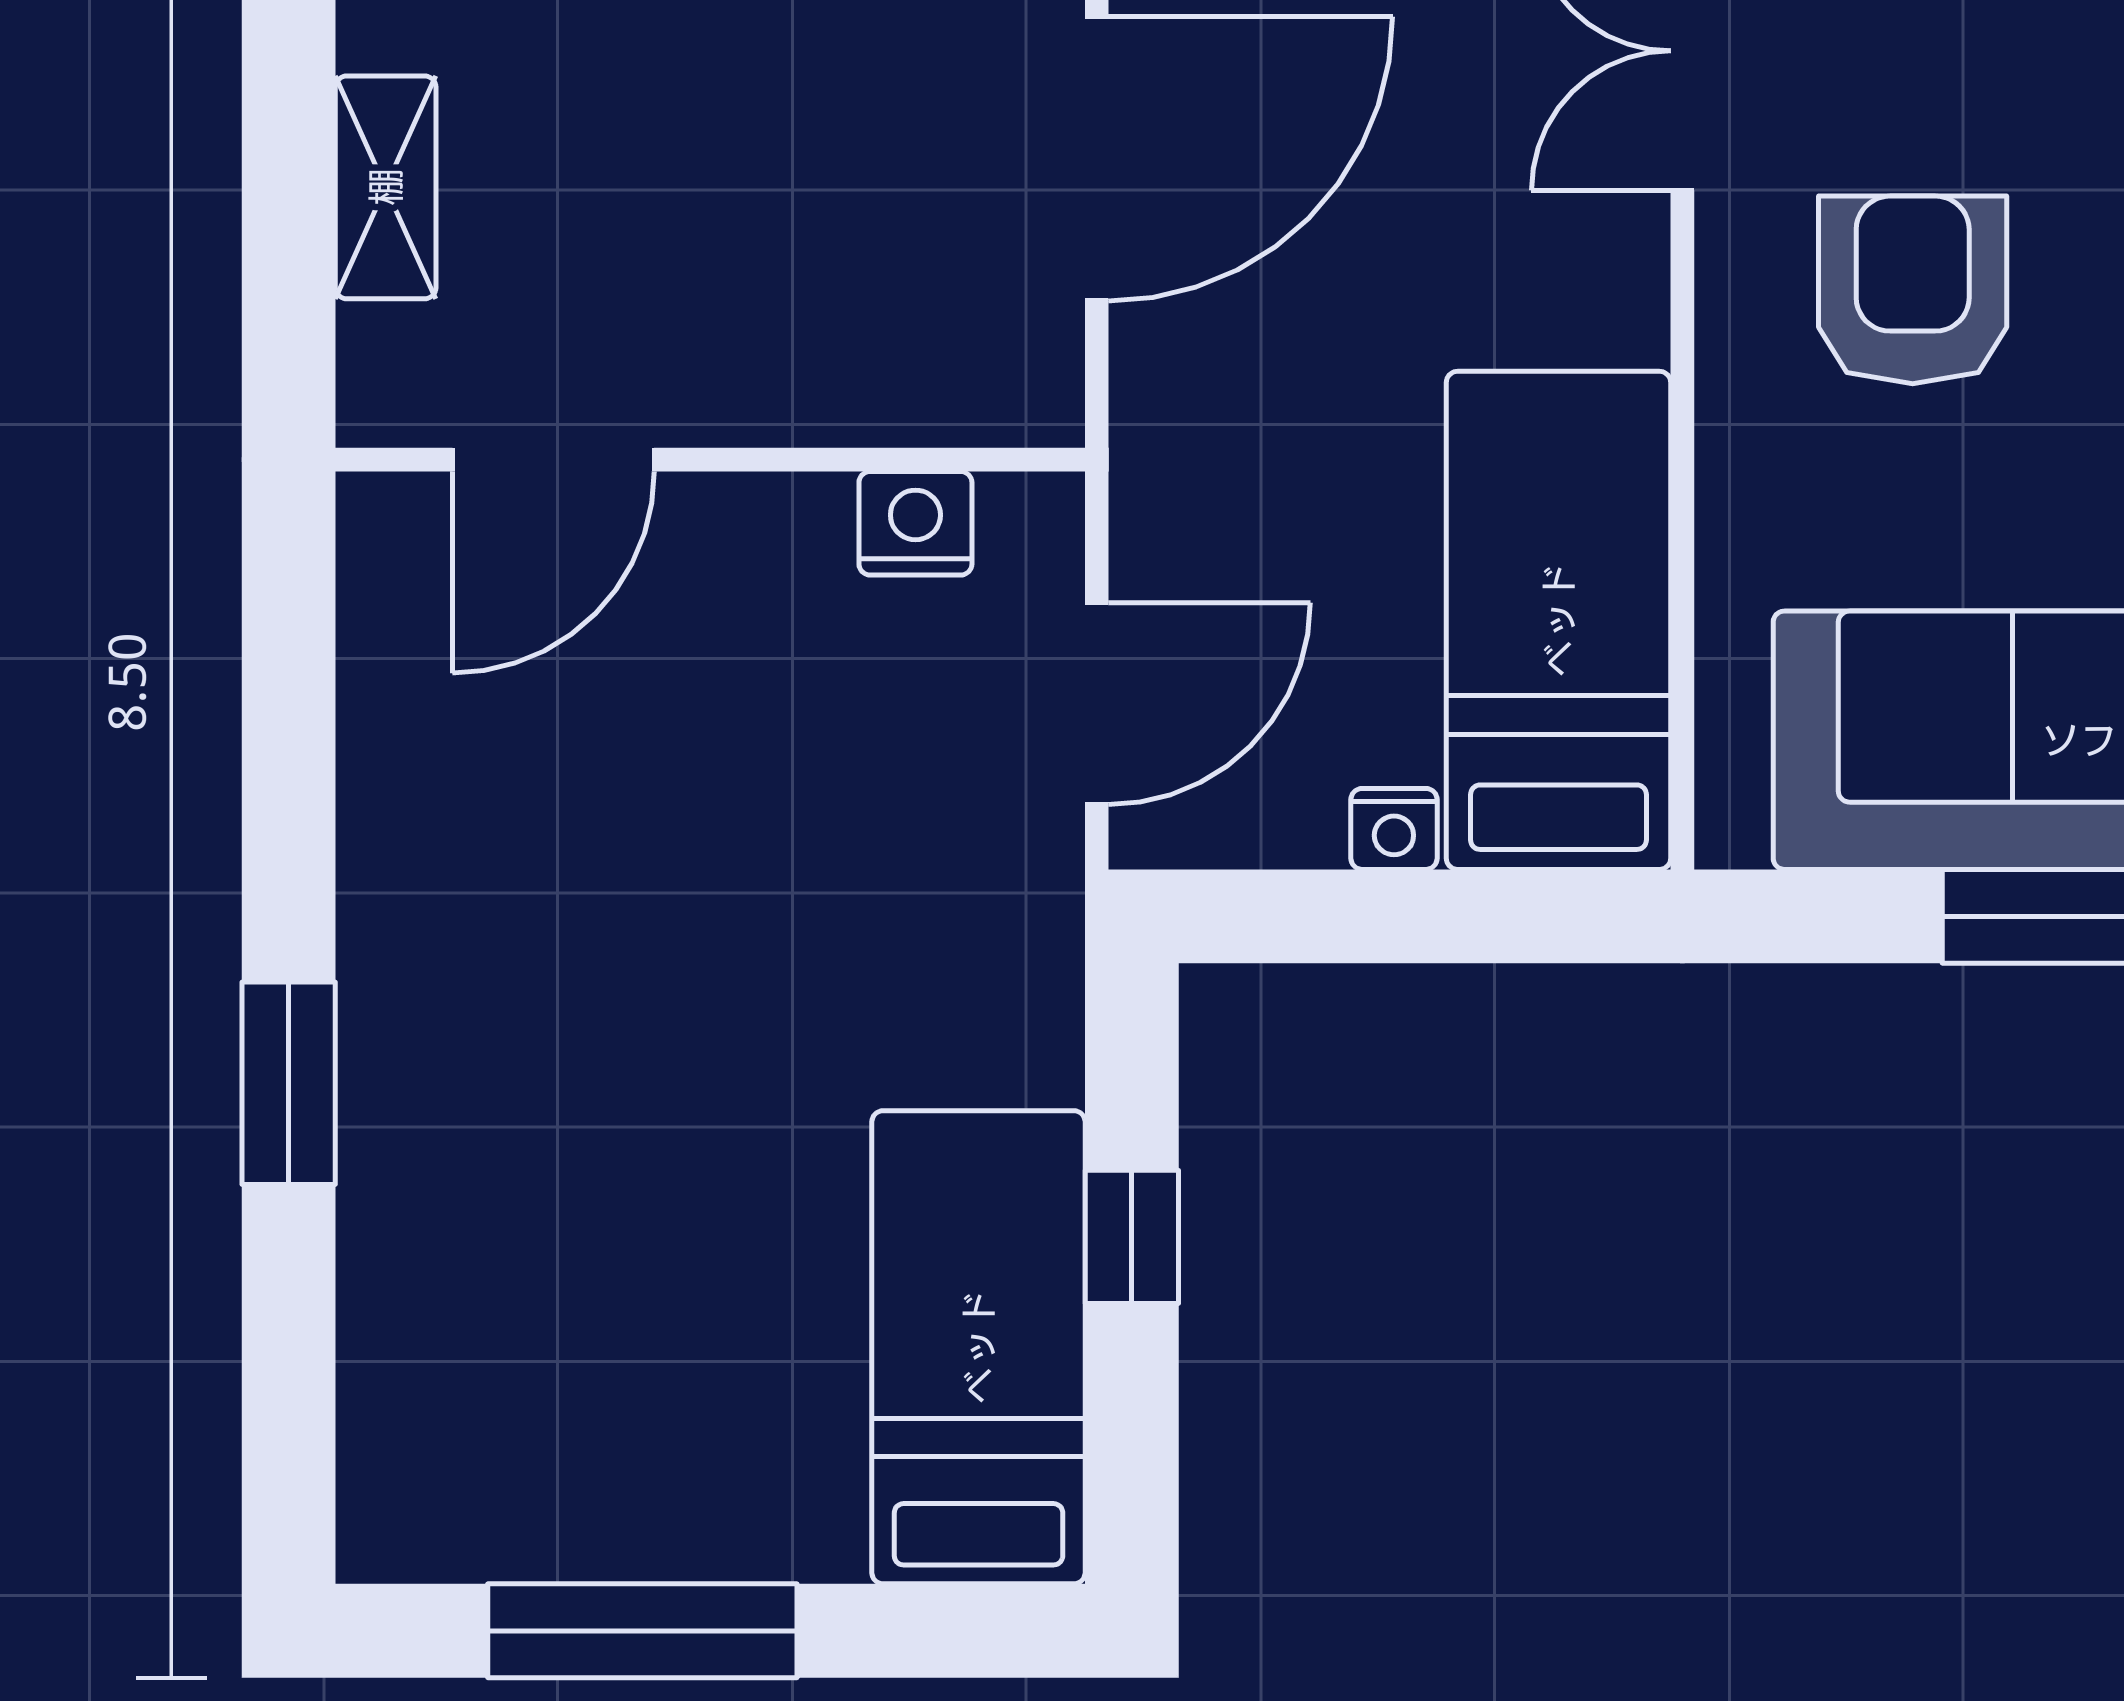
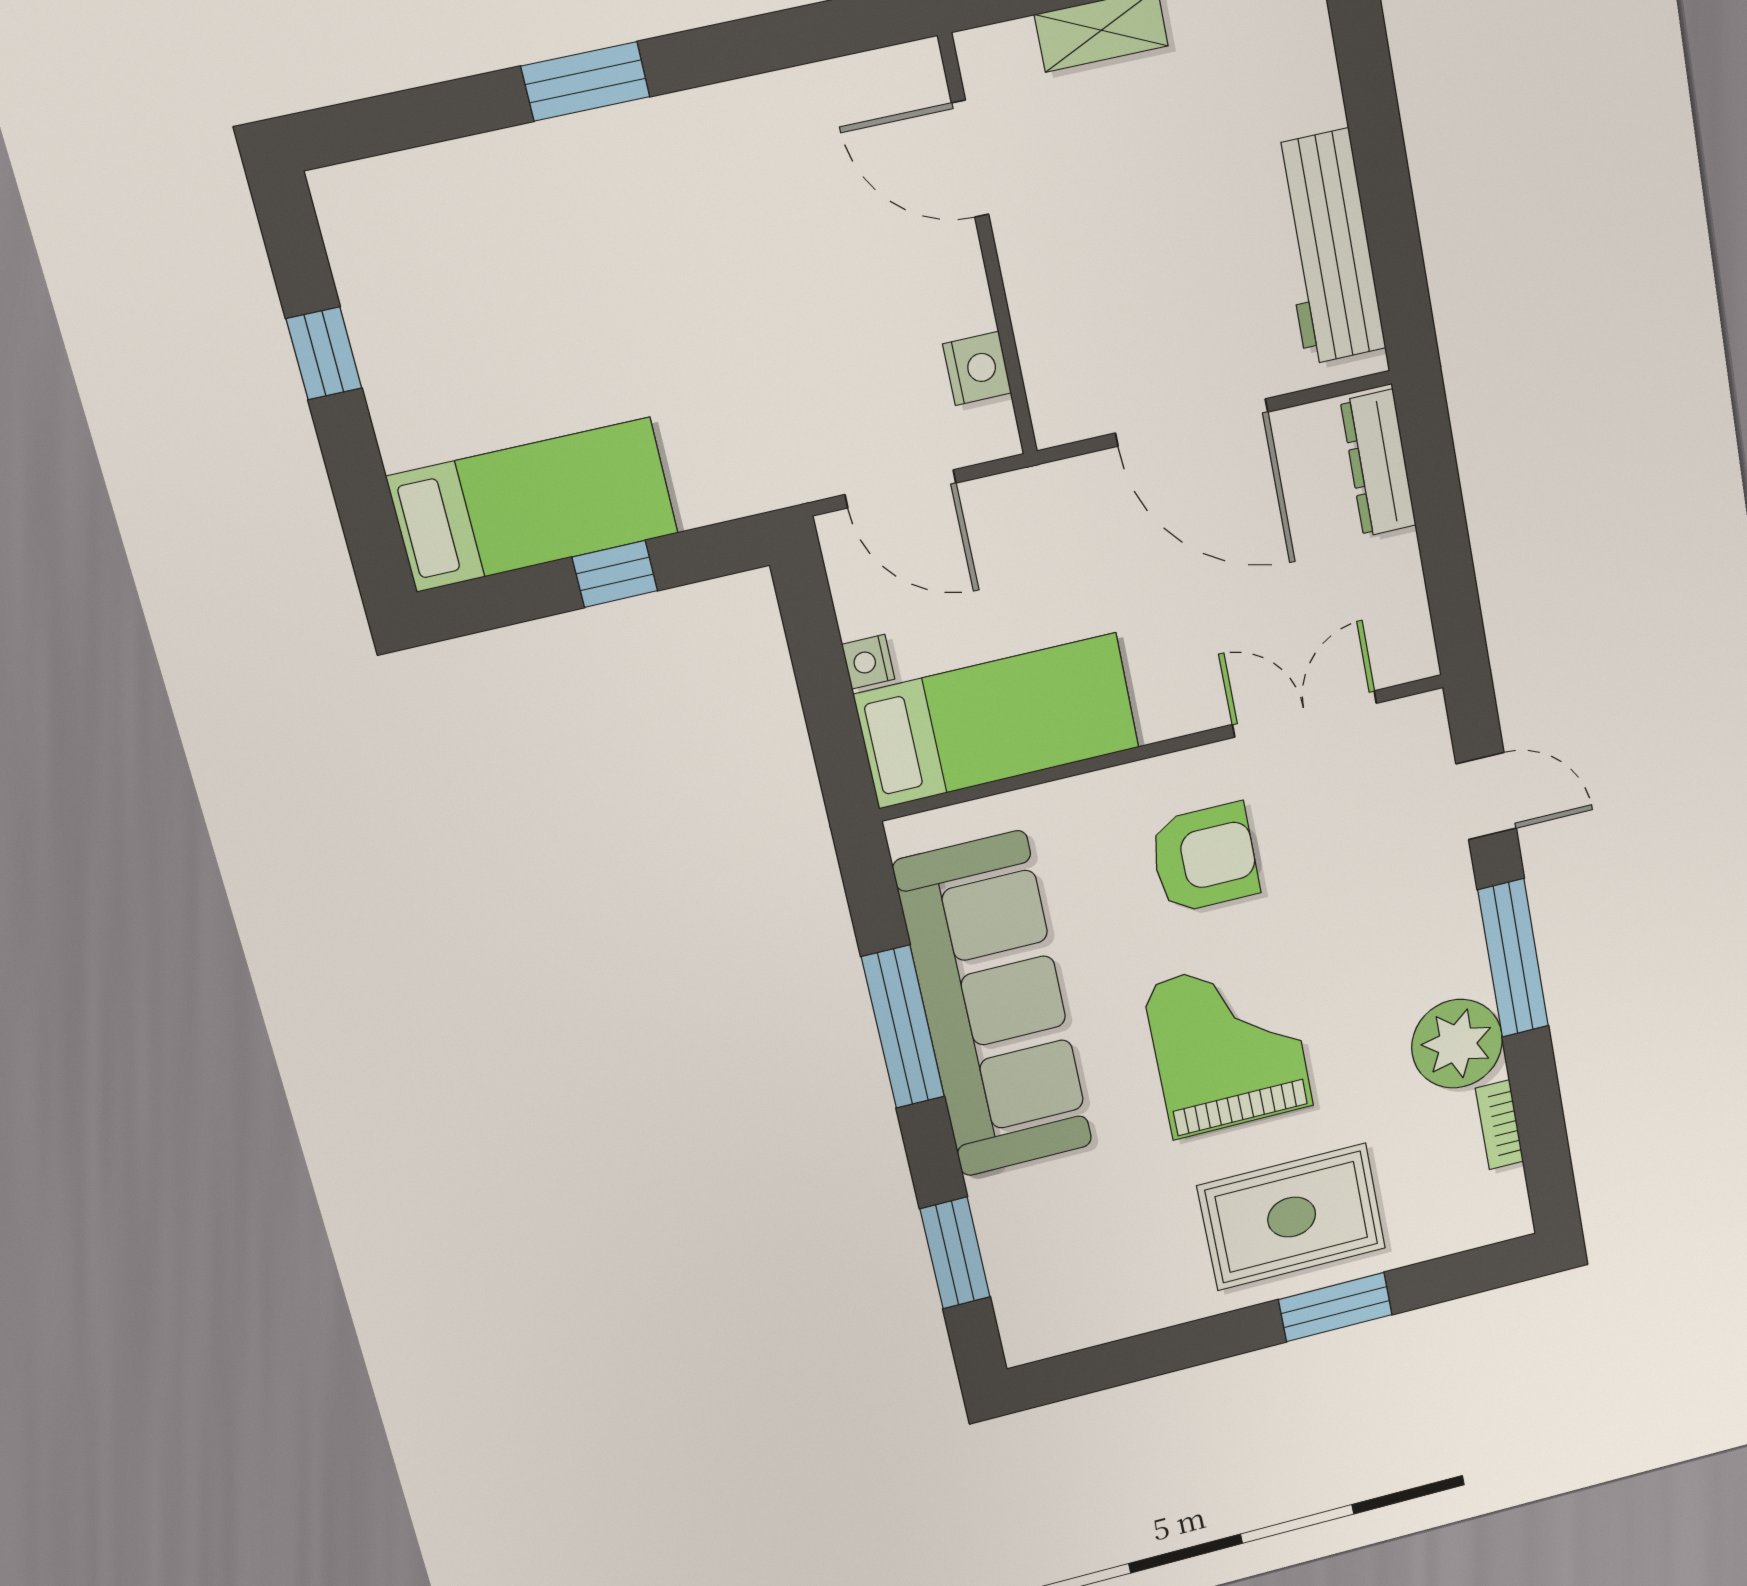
window: (642, 1631) -> (324, 353), width x0.46

